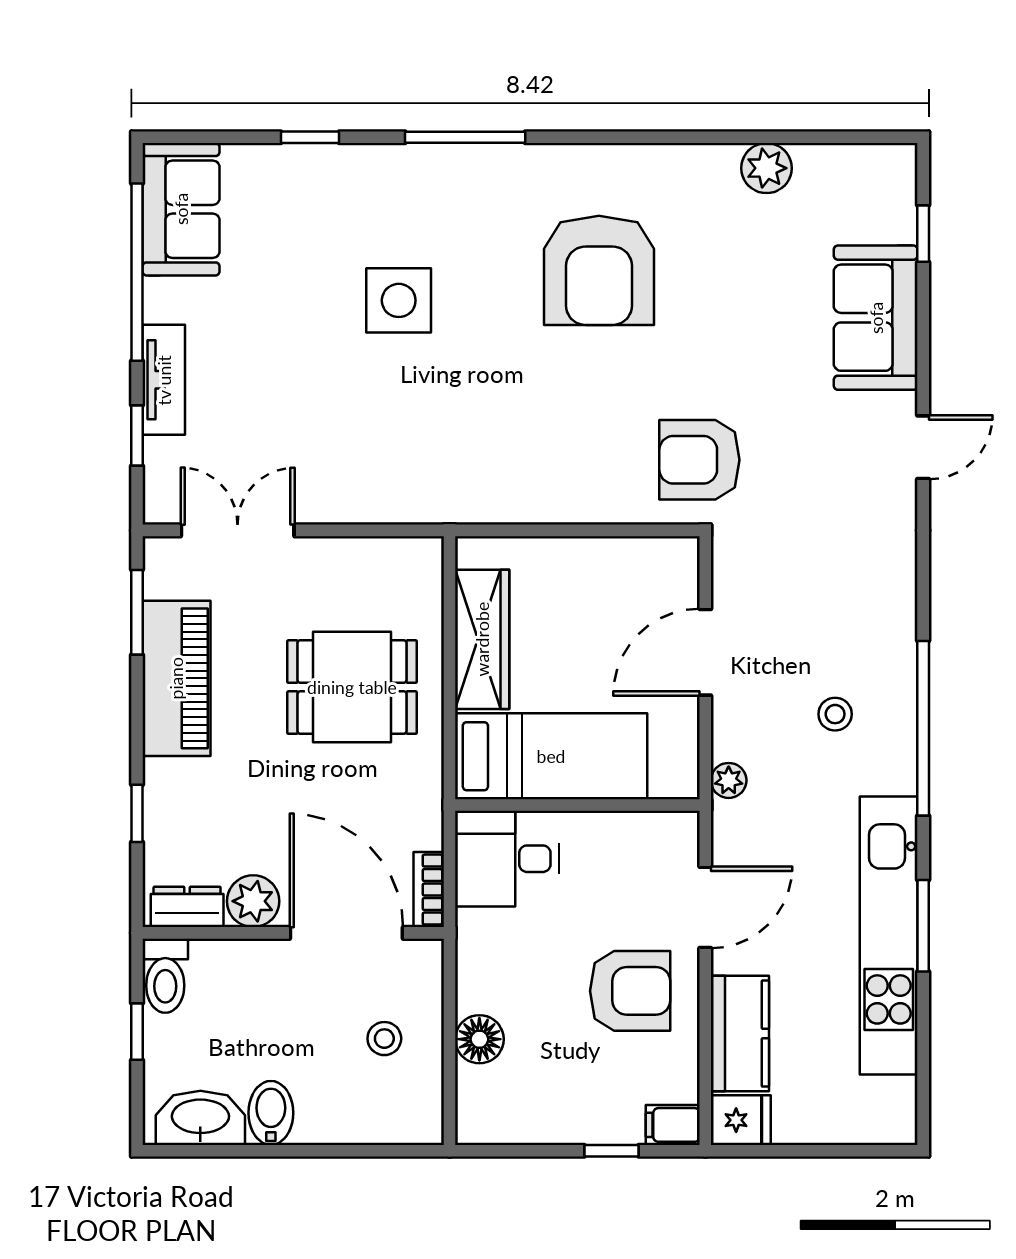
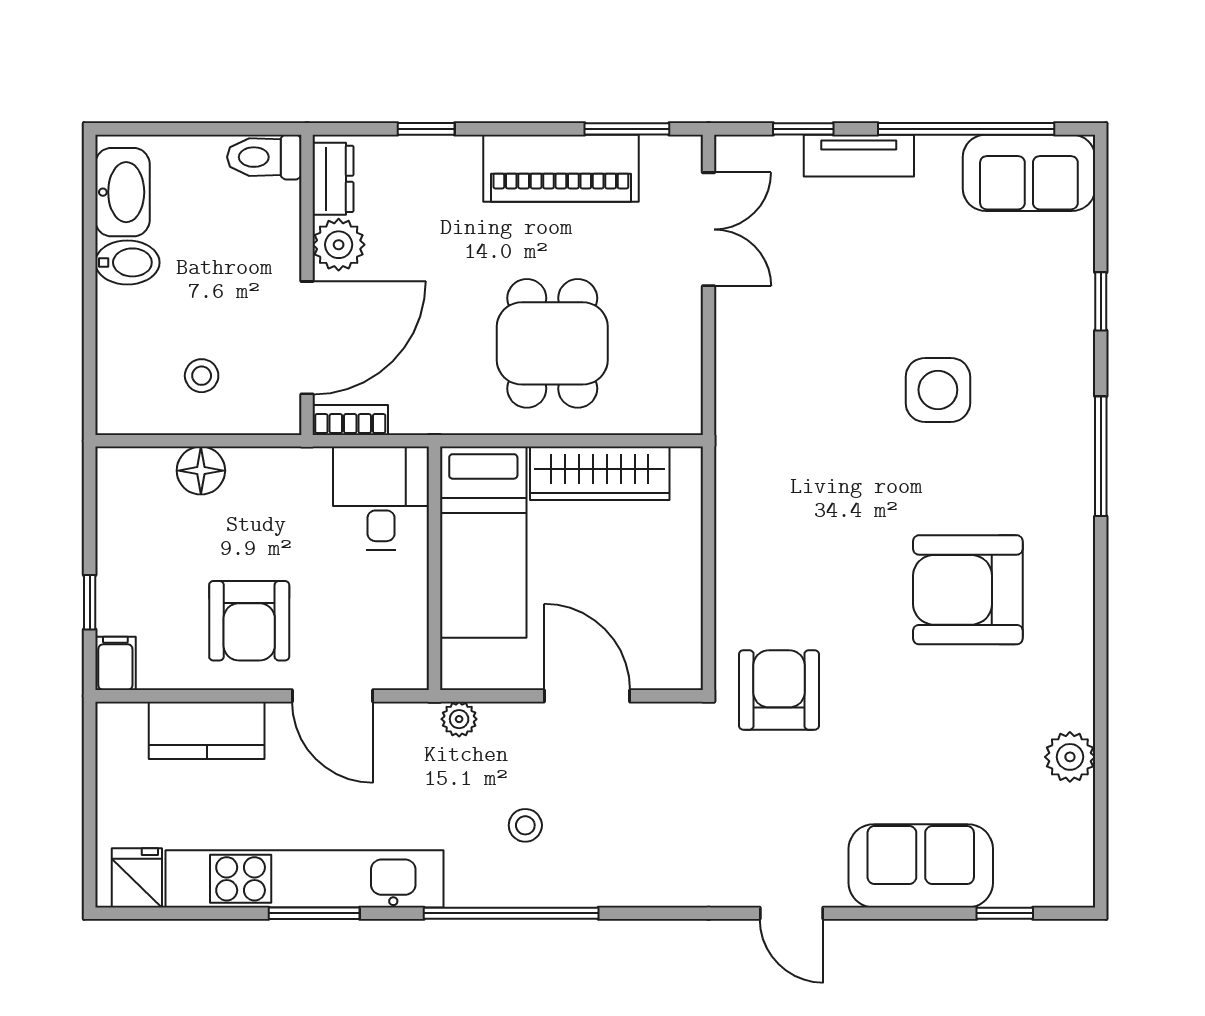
window: (137, 1032) -> (209, 129), removed
fridge: (741, 1120) -> (137, 878), moved, turned 180

